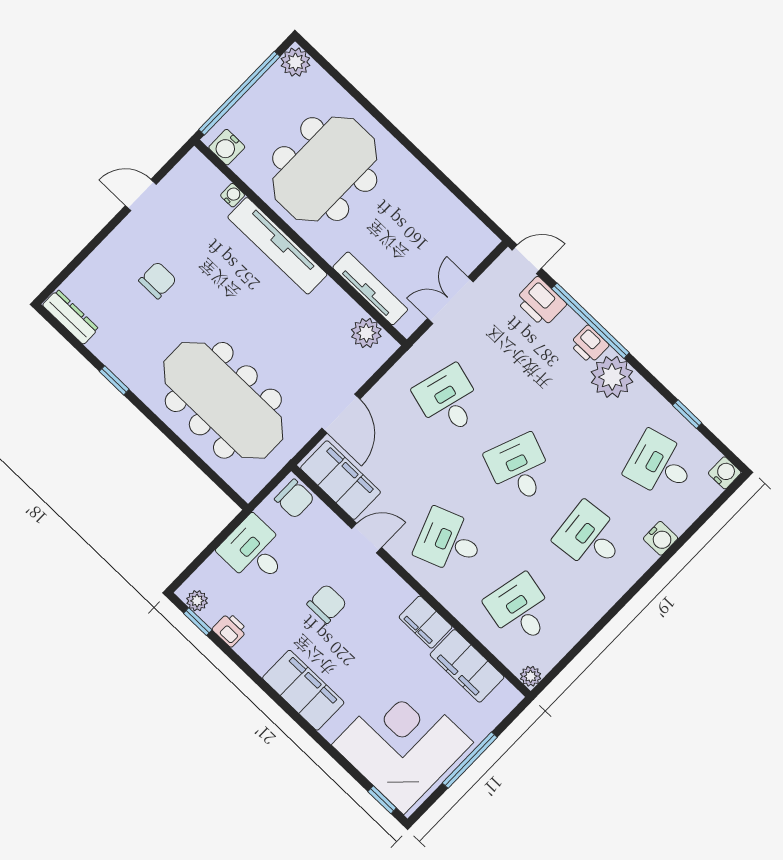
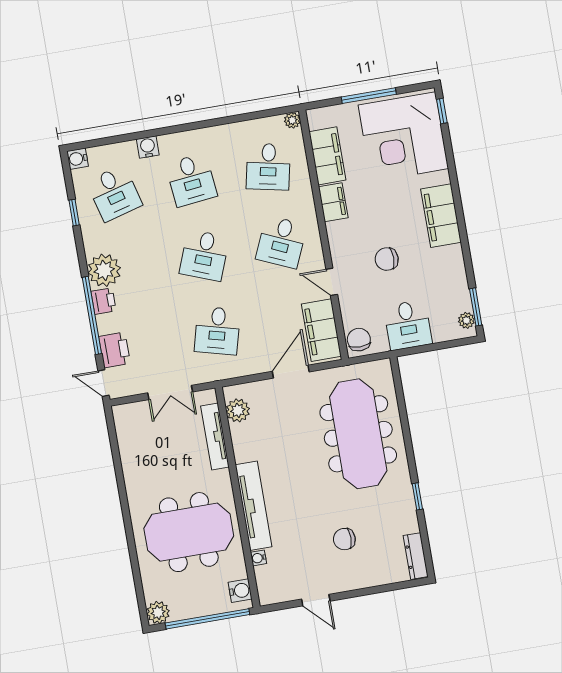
desk: (449, 541) -> (281, 242), turned 45
window: (198, 622) -> (476, 307), width x1.50
printer: (230, 630) -> (459, 287), removed

